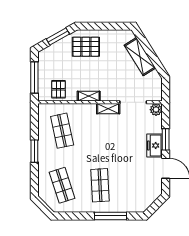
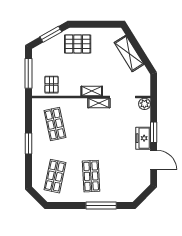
shelving: (89, 96) -> (92, 91), moved
shop shelf: (62, 185) -> (55, 176), turned 30

